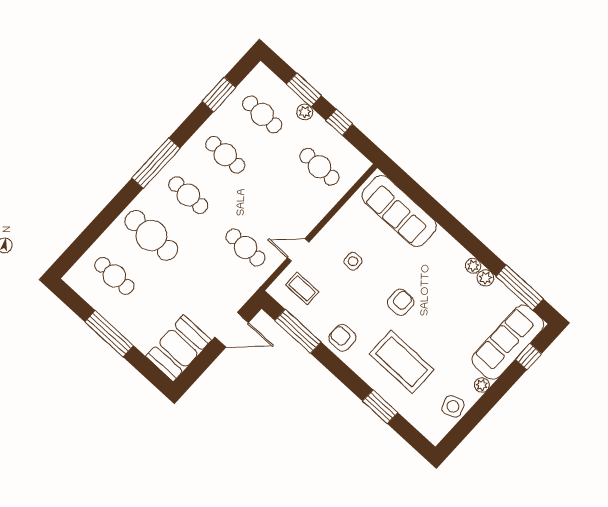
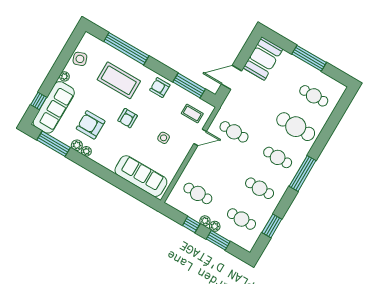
plant: (318, 124) -> (205, 221), added
armchair: (458, 304) -> (91, 125), added
armchair: (342, 338) -> (160, 87), turned 180
window: (380, 407) -> (126, 49), width x2.11

